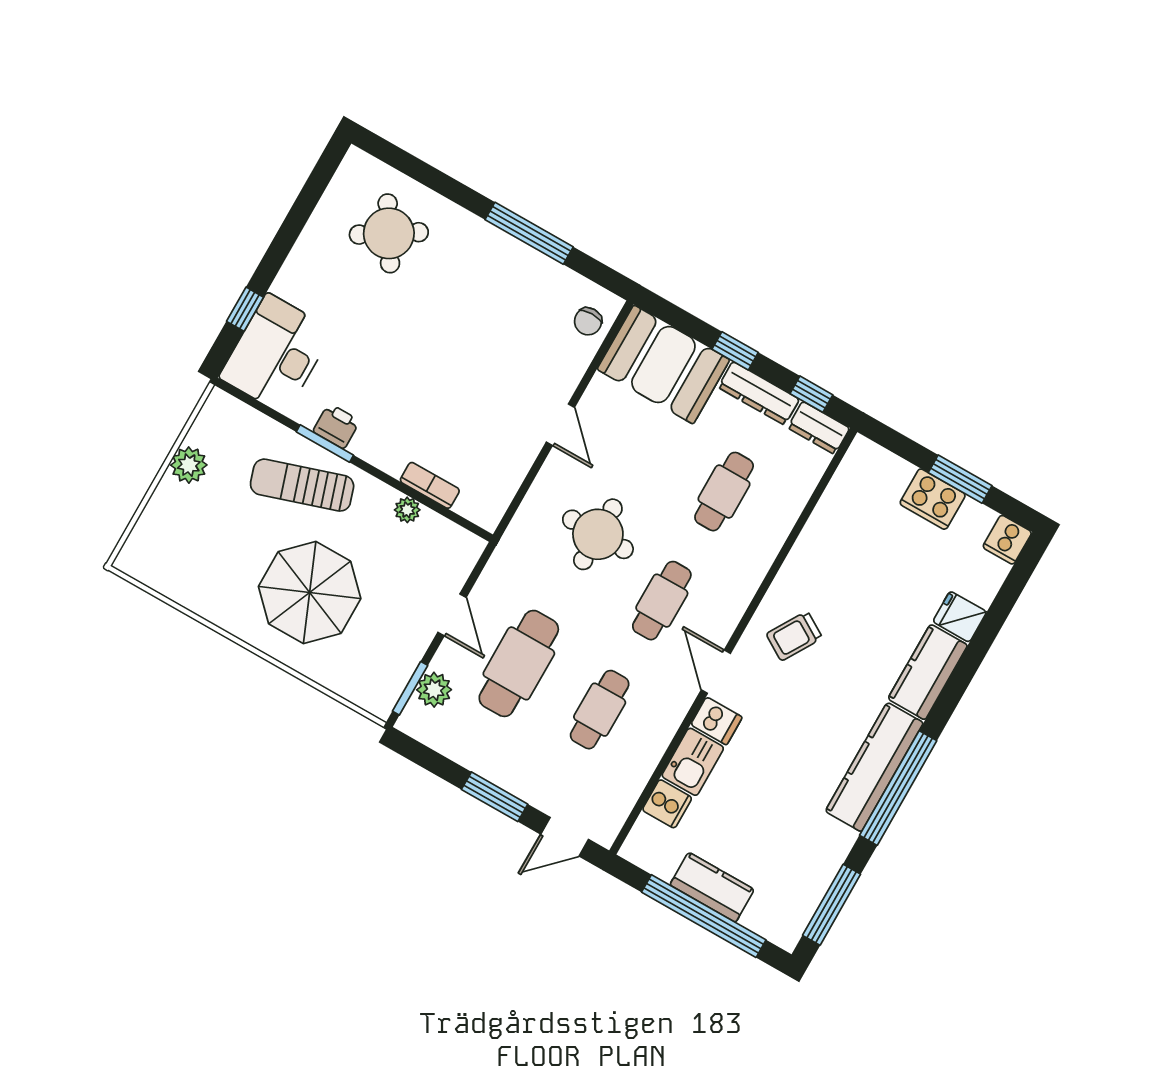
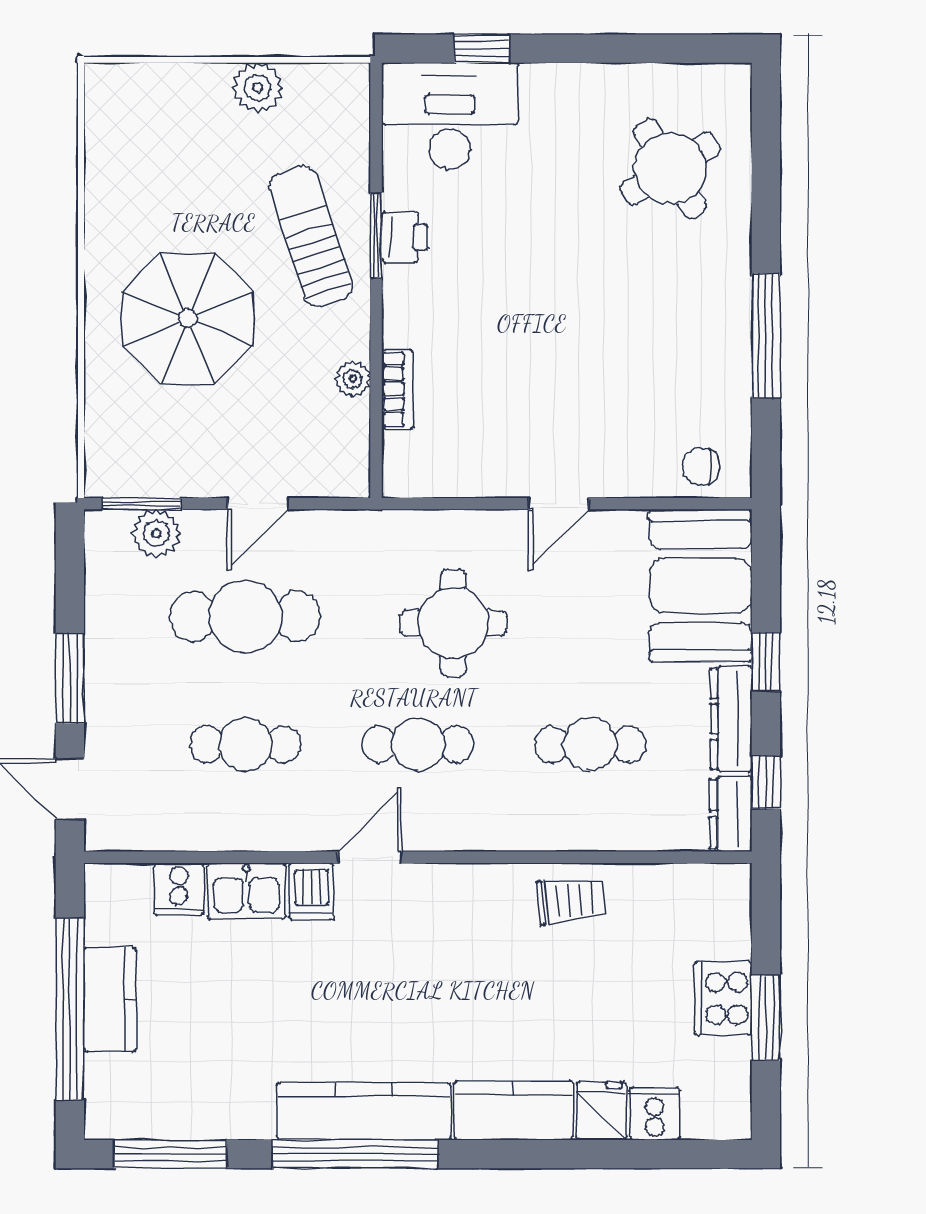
cooker: (1007, 540) -> (655, 1114), moved, turned 90
trolley: (794, 636) -> (571, 901), moved, turned 144

